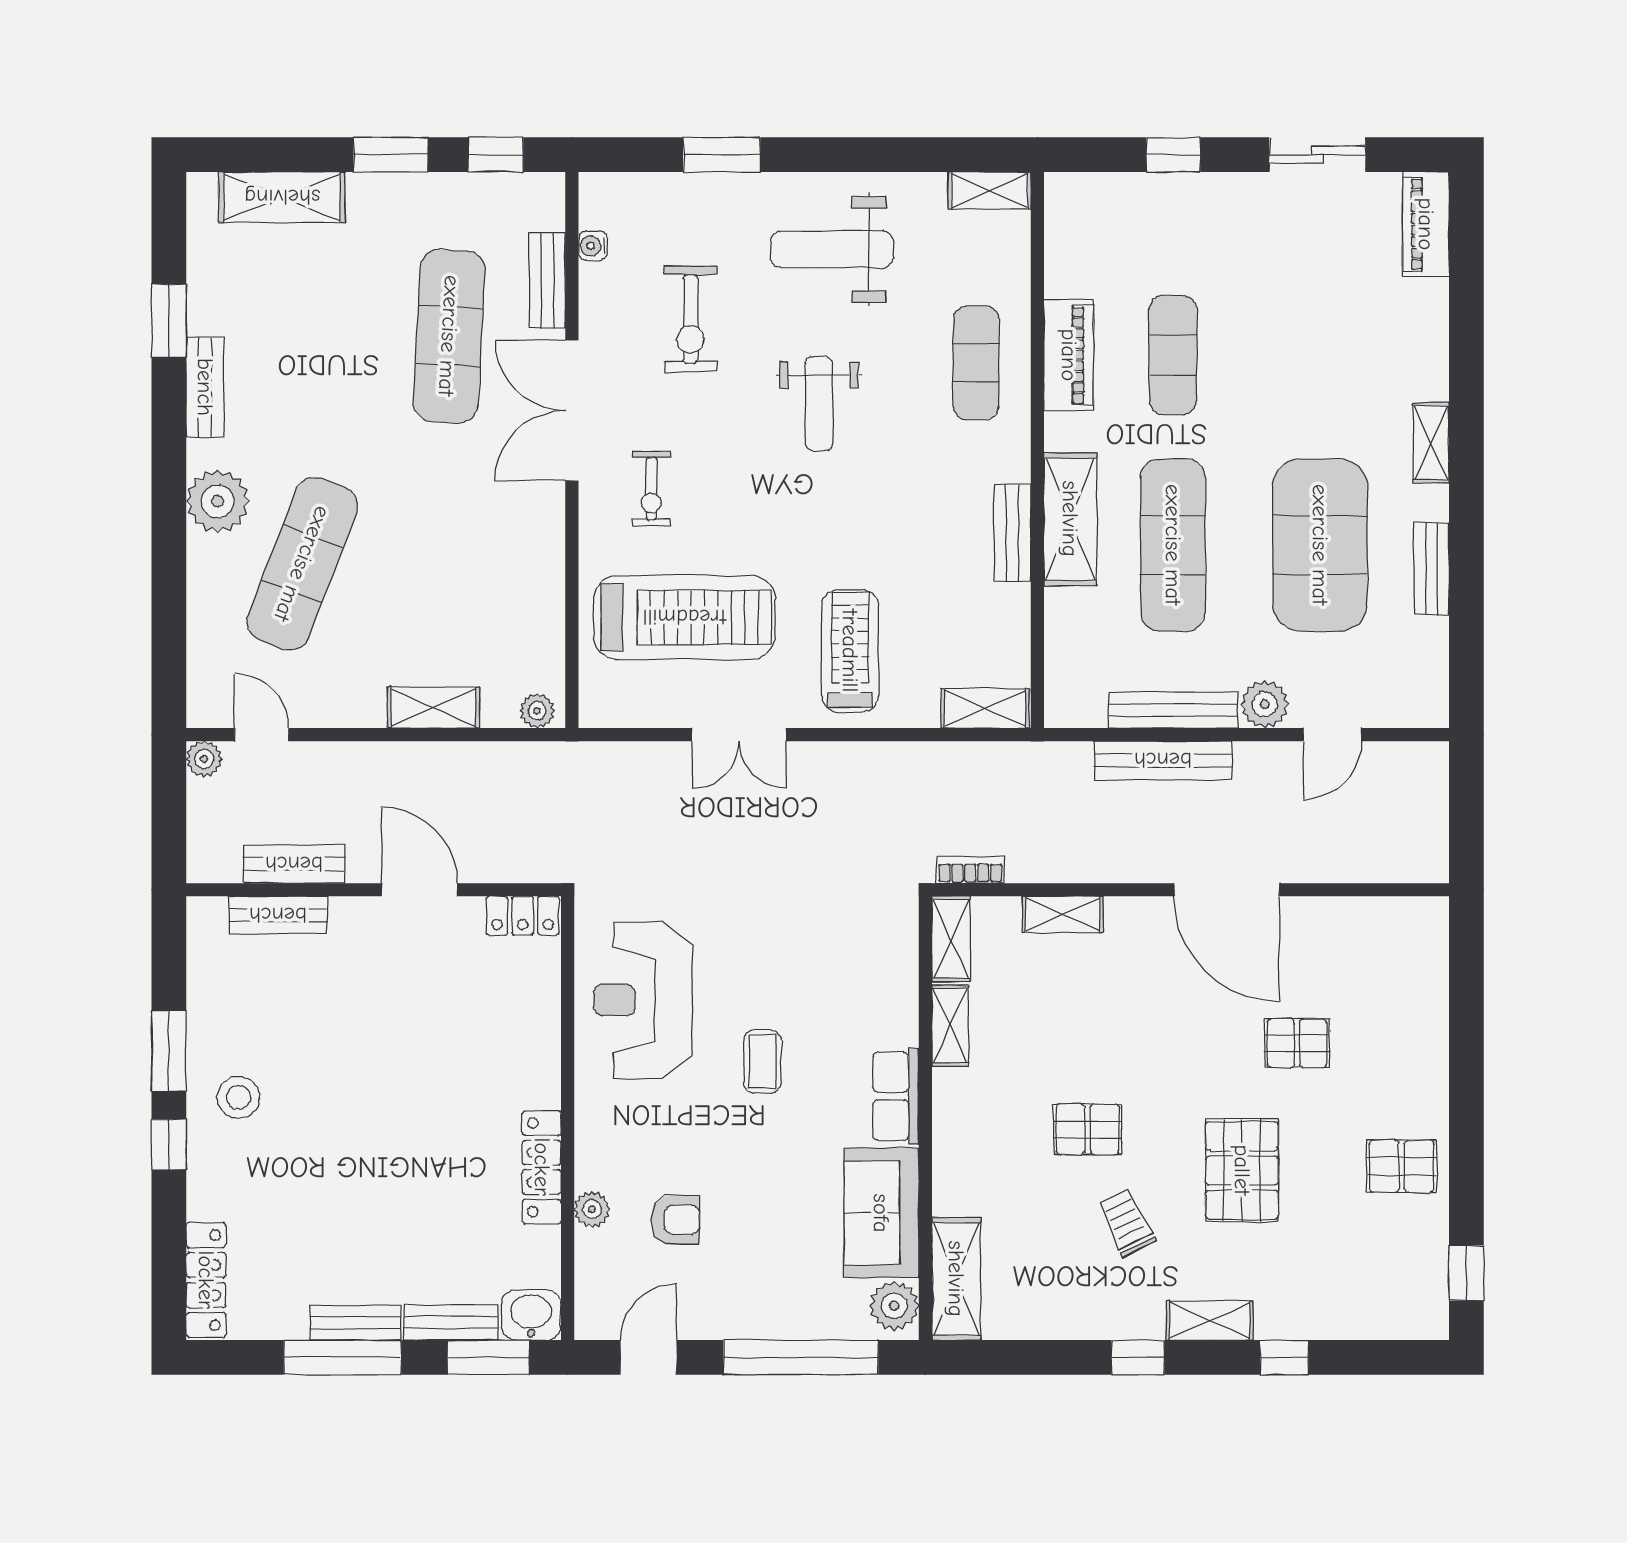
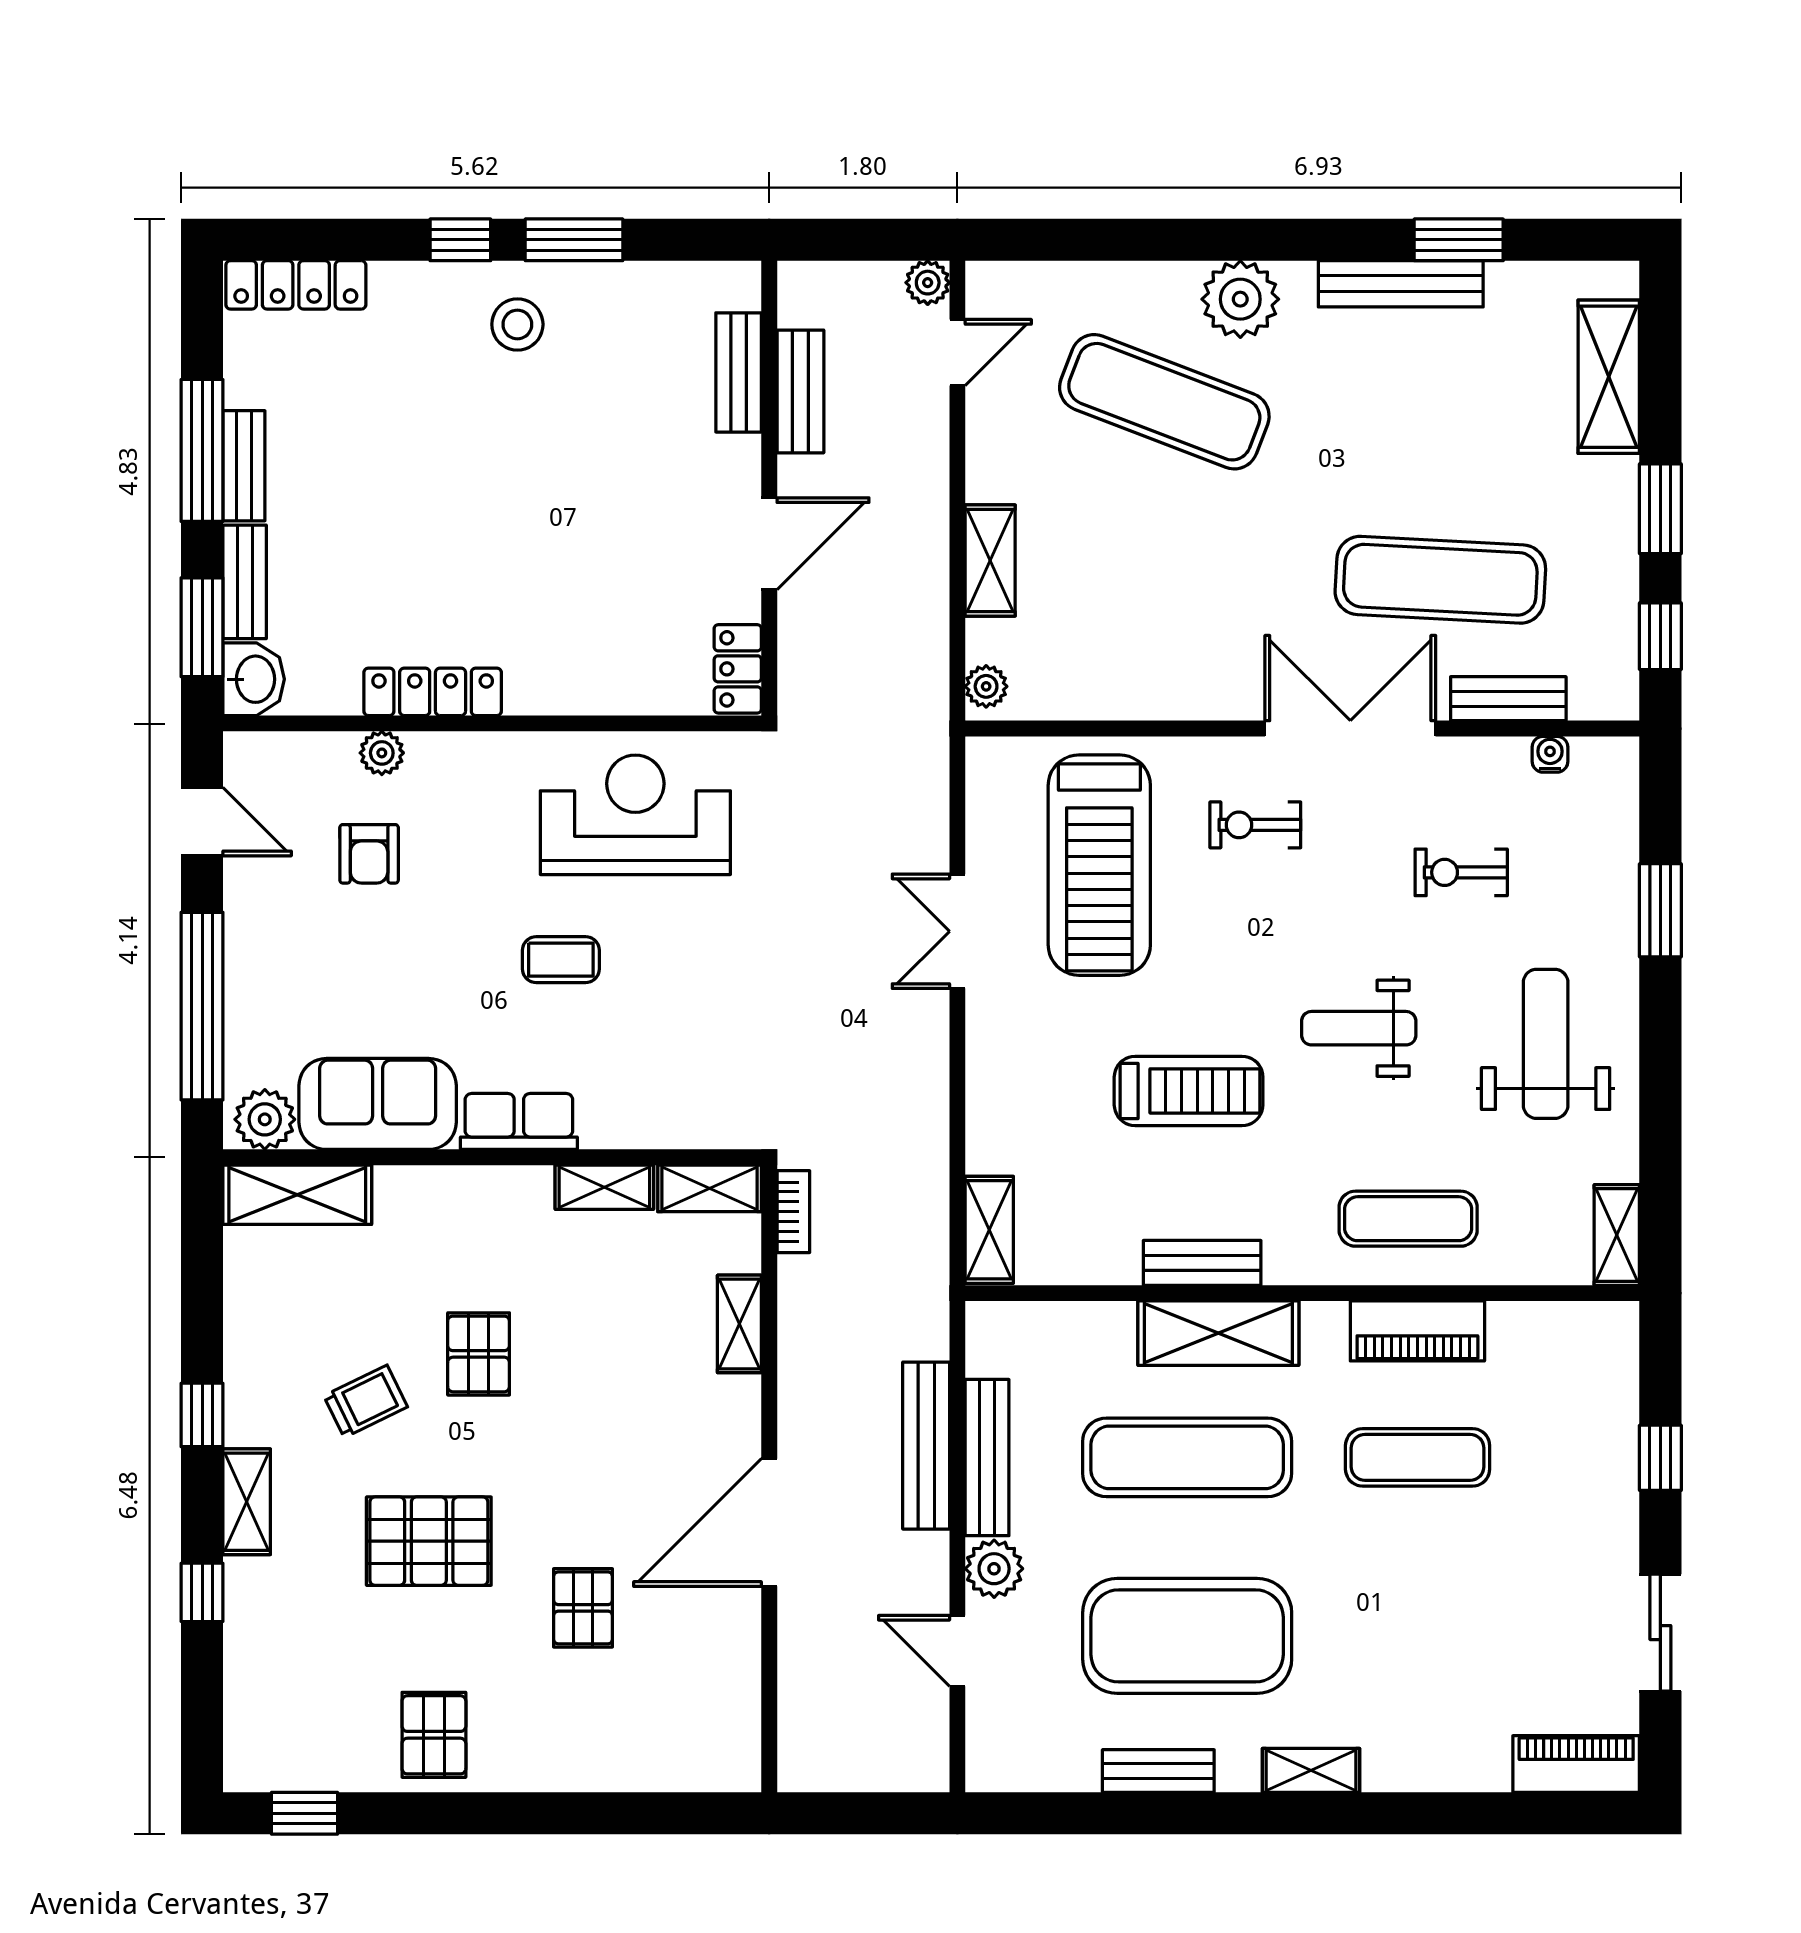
exercise bike: (690, 319) -> (1461, 872), width x0.73, depth x0.72
bench: (205, 387) -> (1401, 284), width x1.36
treadmill: (850, 651) -> (1189, 1091), moved

